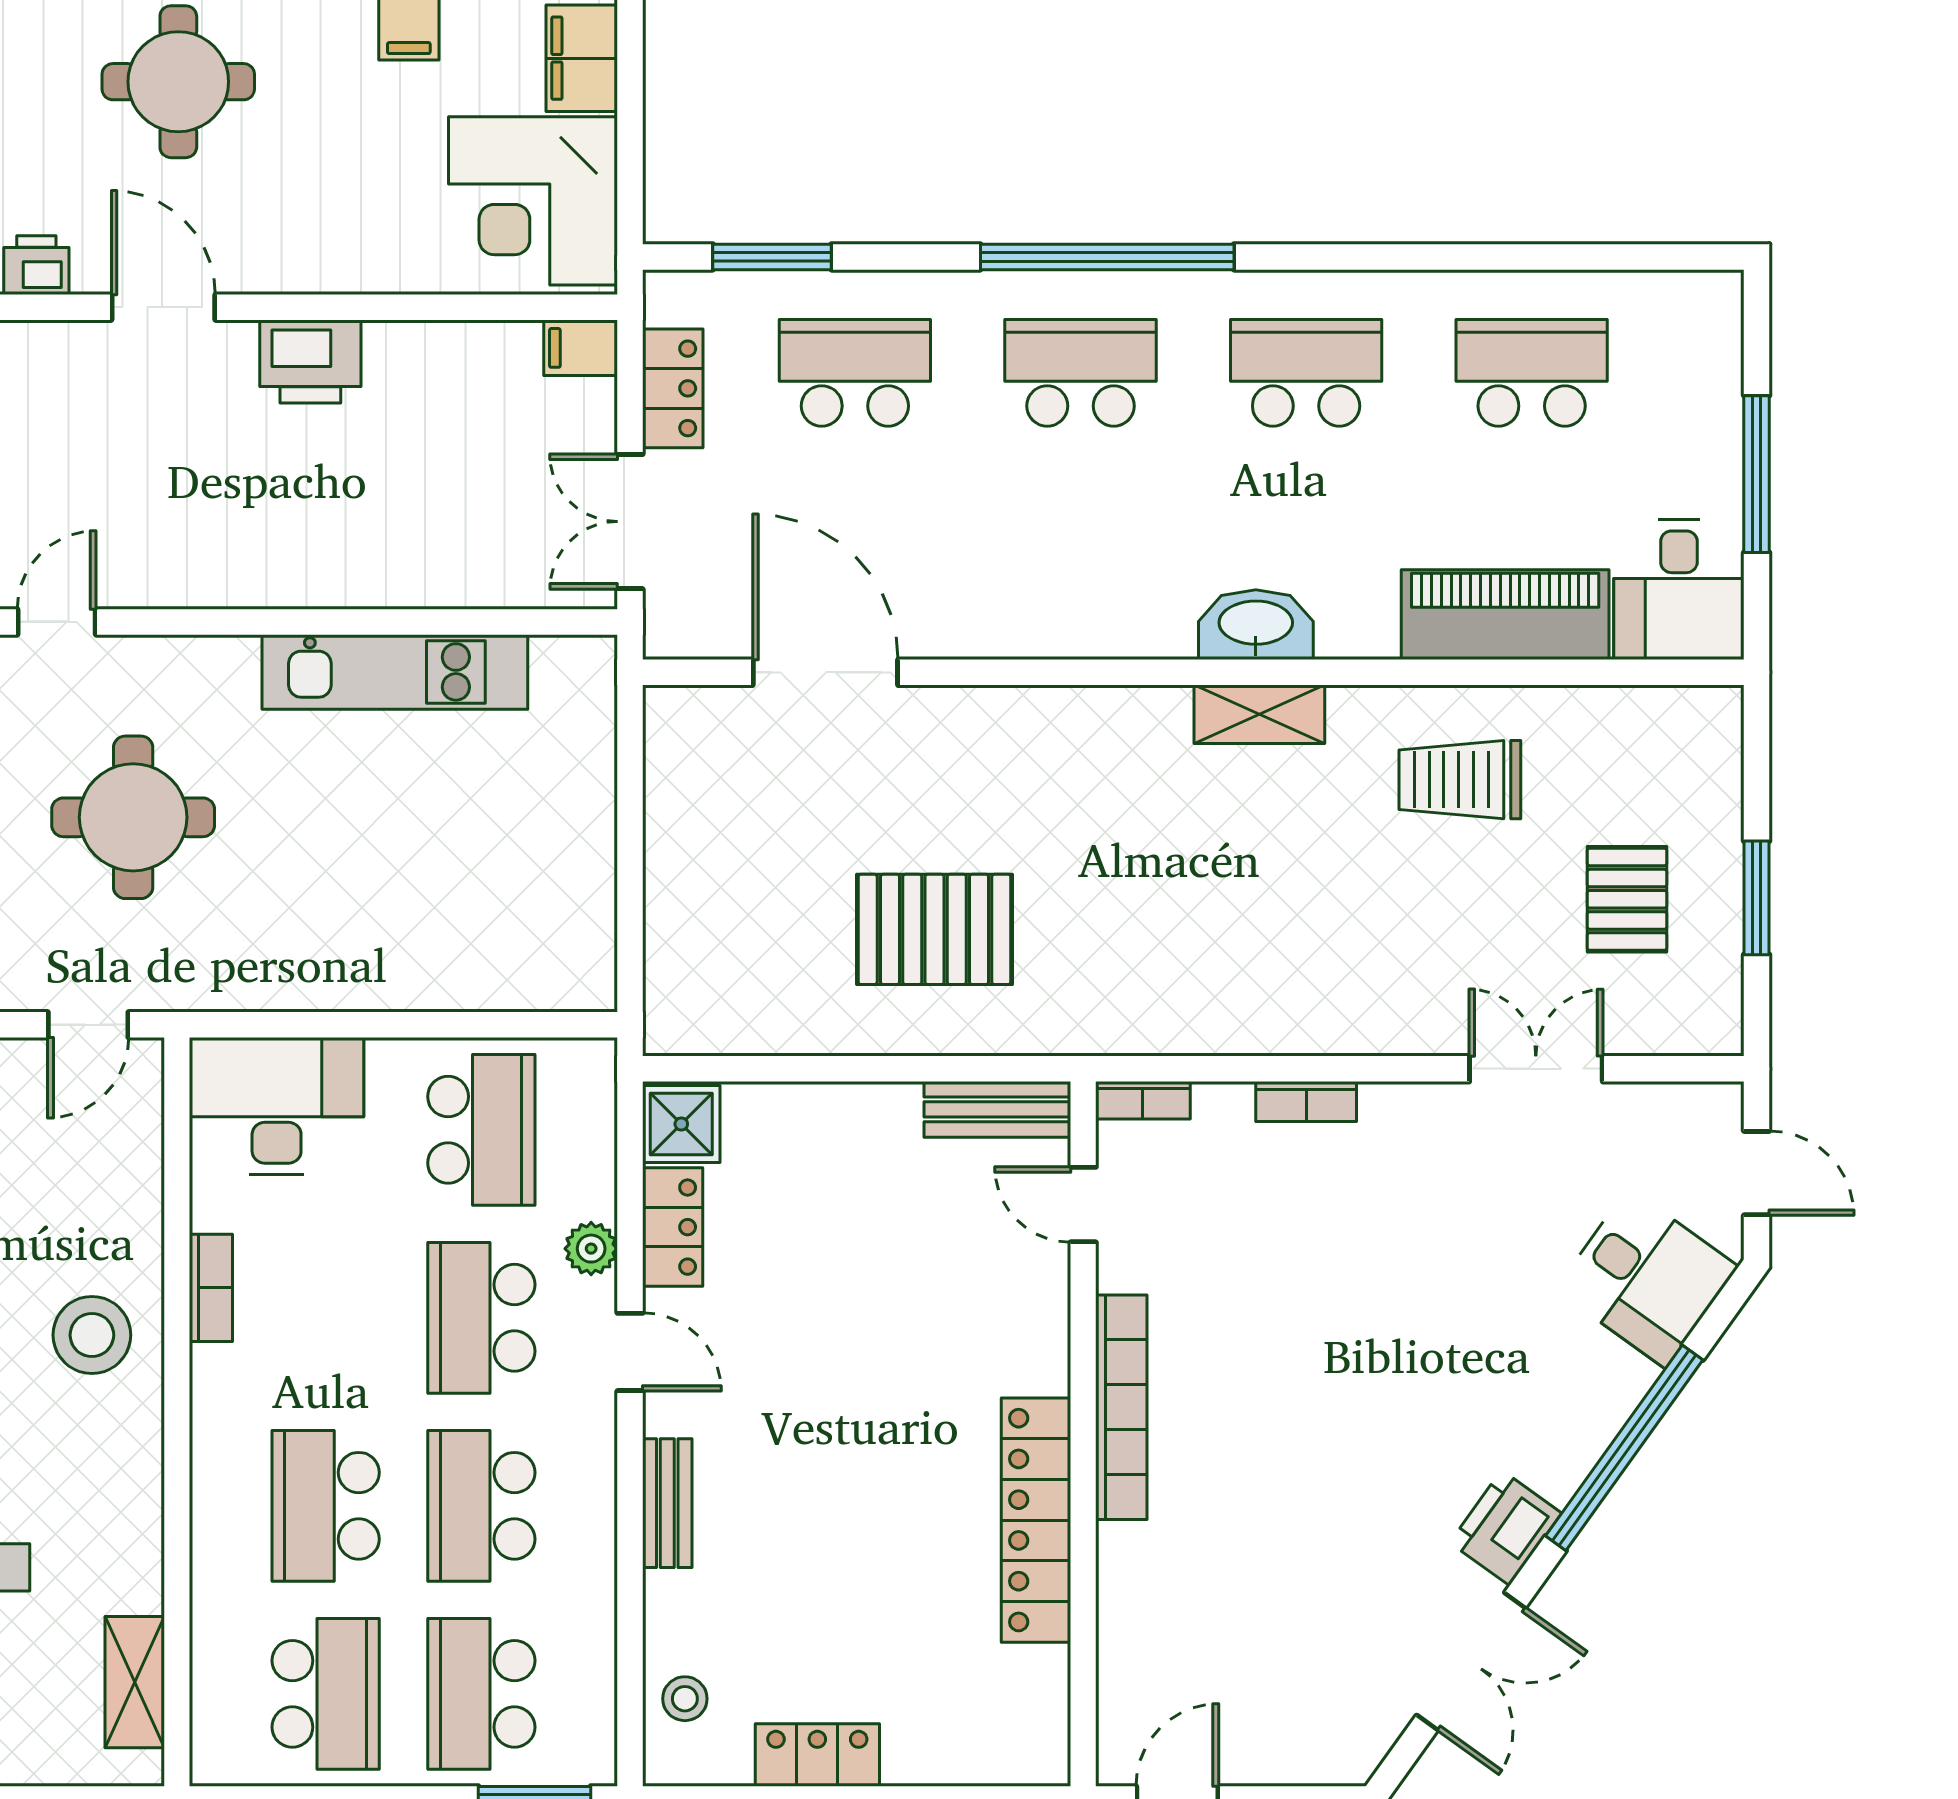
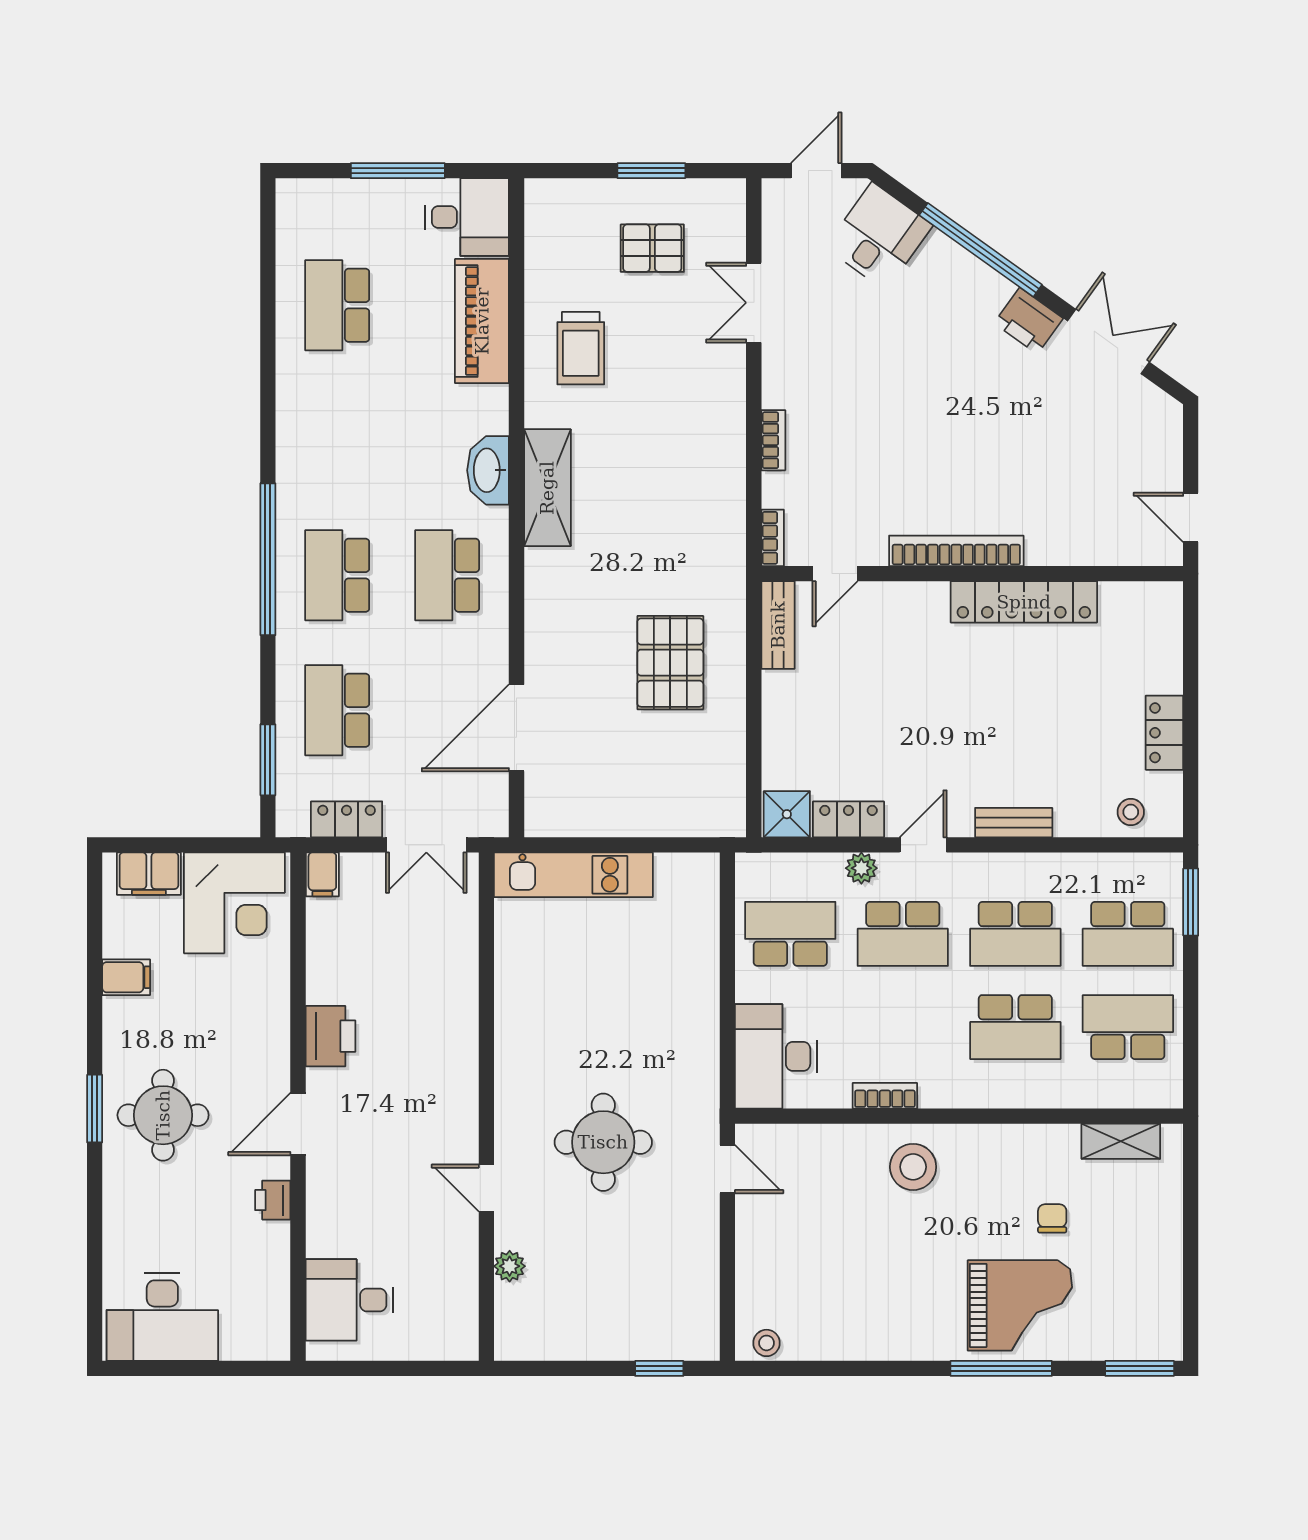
school desk: (1306, 373) -> (447, 575), moved
kitchen unit: (395, 672) -> (573, 875), moved, turned 90
shelving: (1259, 714) -> (547, 488), width x1.50, depth x1.33

